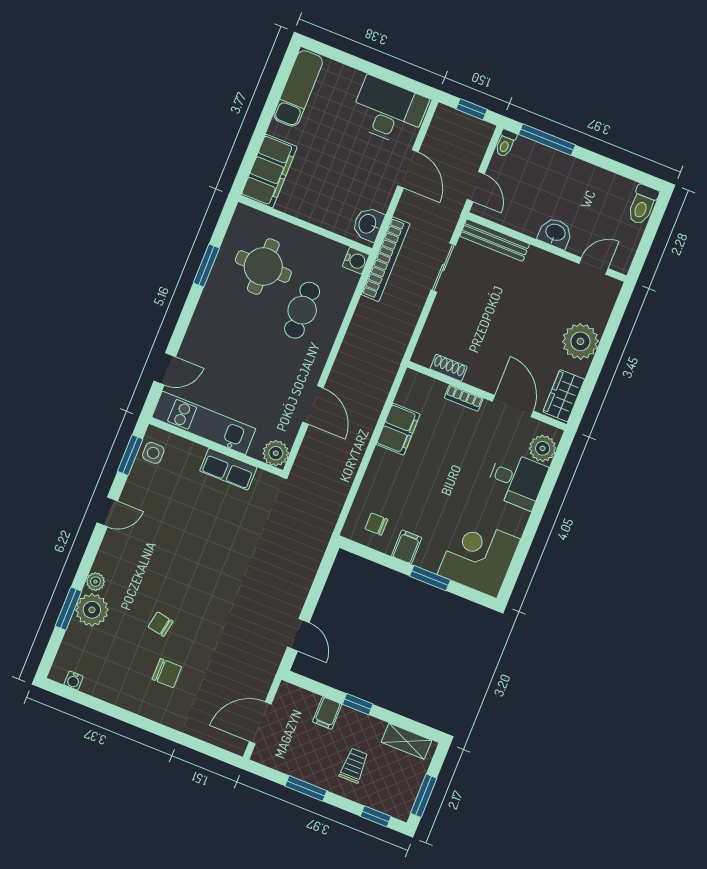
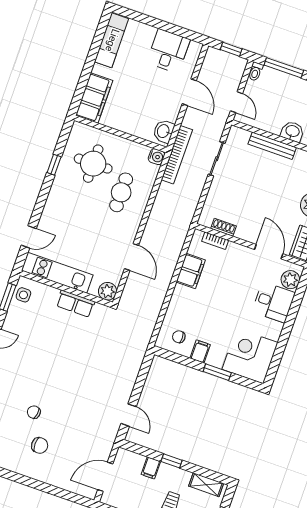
desk: (389, 111) -> (168, 51), width x0.73
bench: (495, 240) -> (272, 146), moved
window: (206, 266) -> (54, 165), width x0.67
bookcase: (464, 398) -> (215, 241), moved

